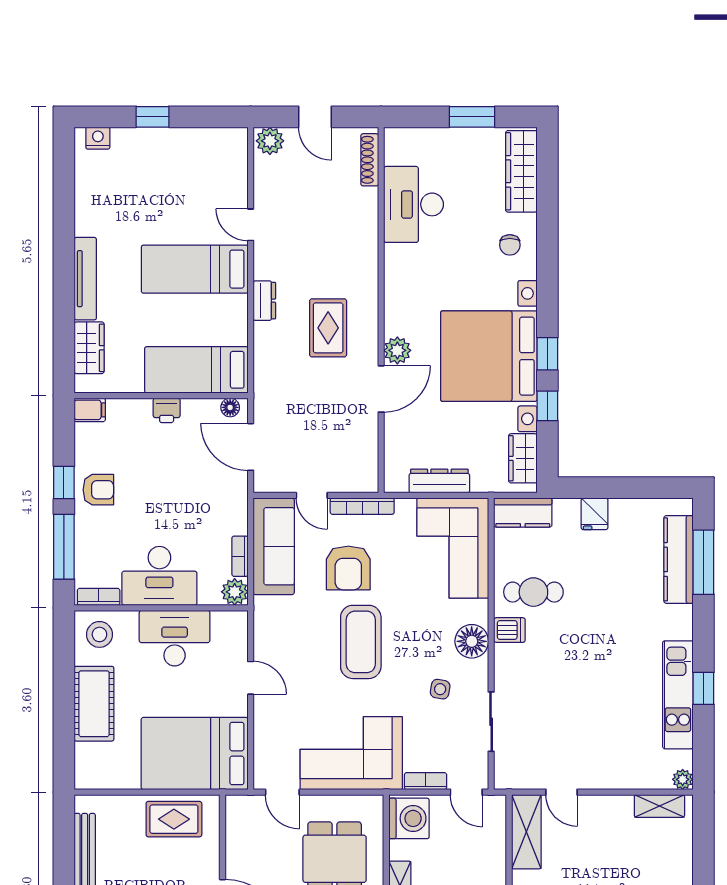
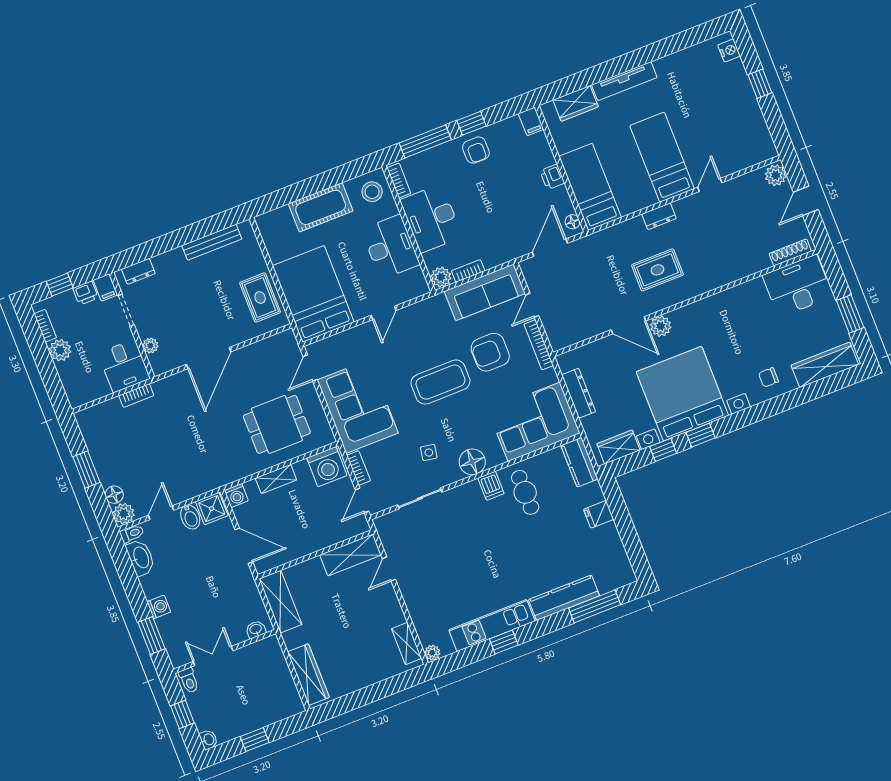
desk: (414, 204) -> (798, 286), moved
kitchen counter: (679, 559) -> (564, 598), moved

